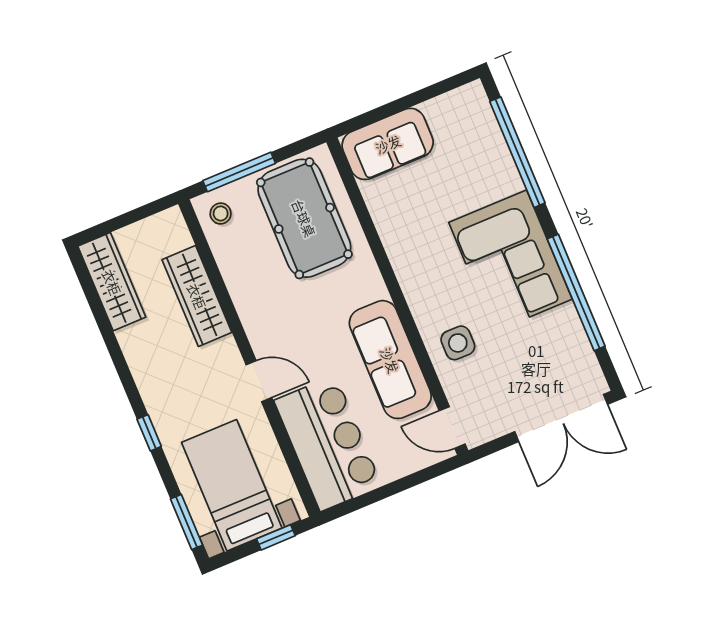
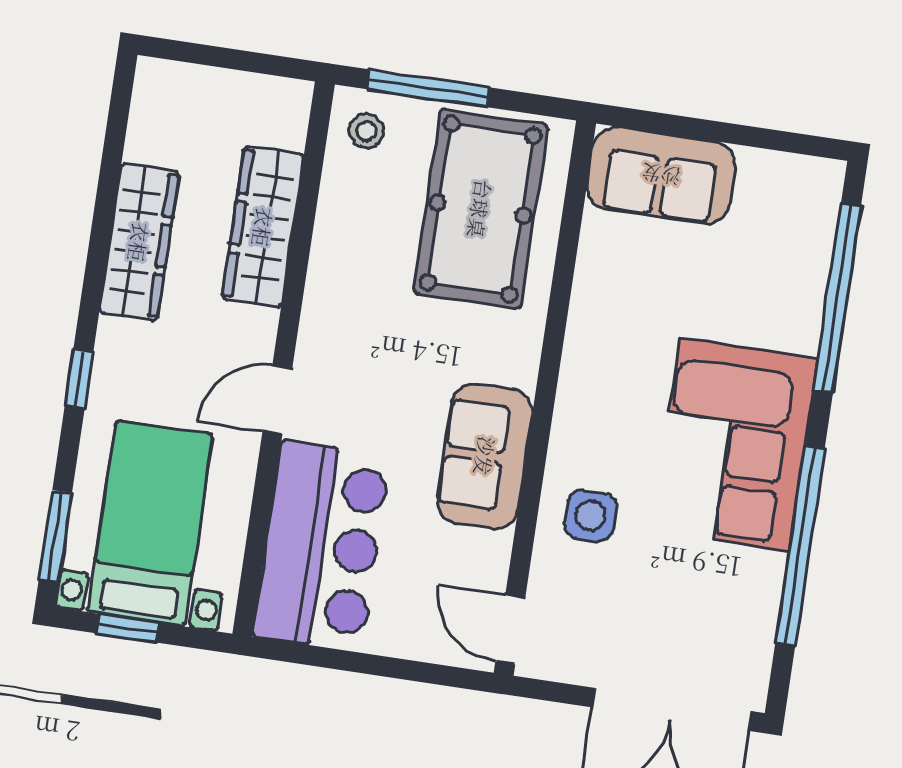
wardrobe: (112, 282) -> (139, 242), moved
sofa: (390, 360) -> (485, 456), width x0.73
door: (259, 381) -> (277, 400), swing flipped
window: (276, 537) -> (128, 628), moved

